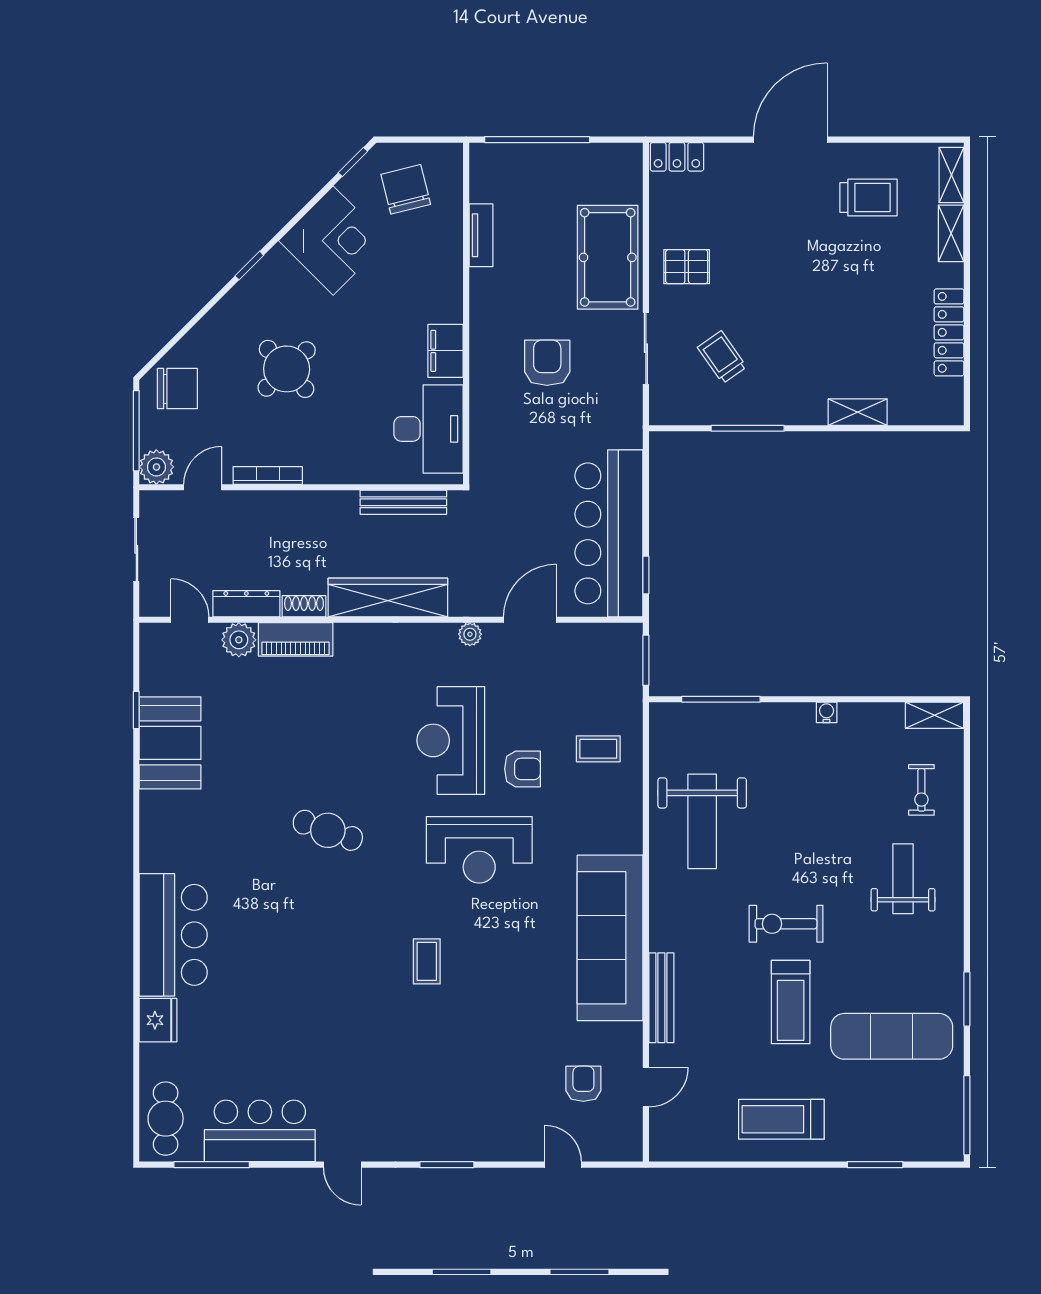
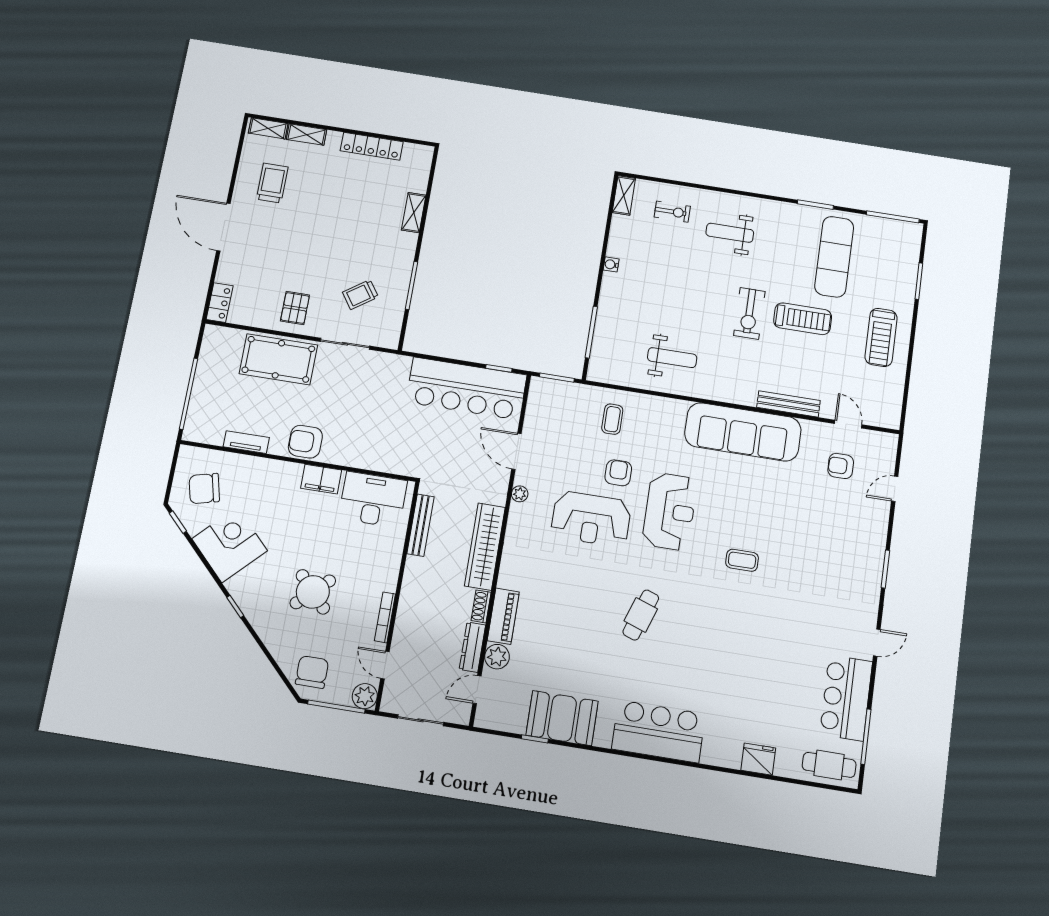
armchair: (547, 363) -> (305, 442), moved
weight bench: (702, 821) -> (672, 358), width x0.73, depth x0.75
bar counter: (173, 935) -> (659, 731), moved

